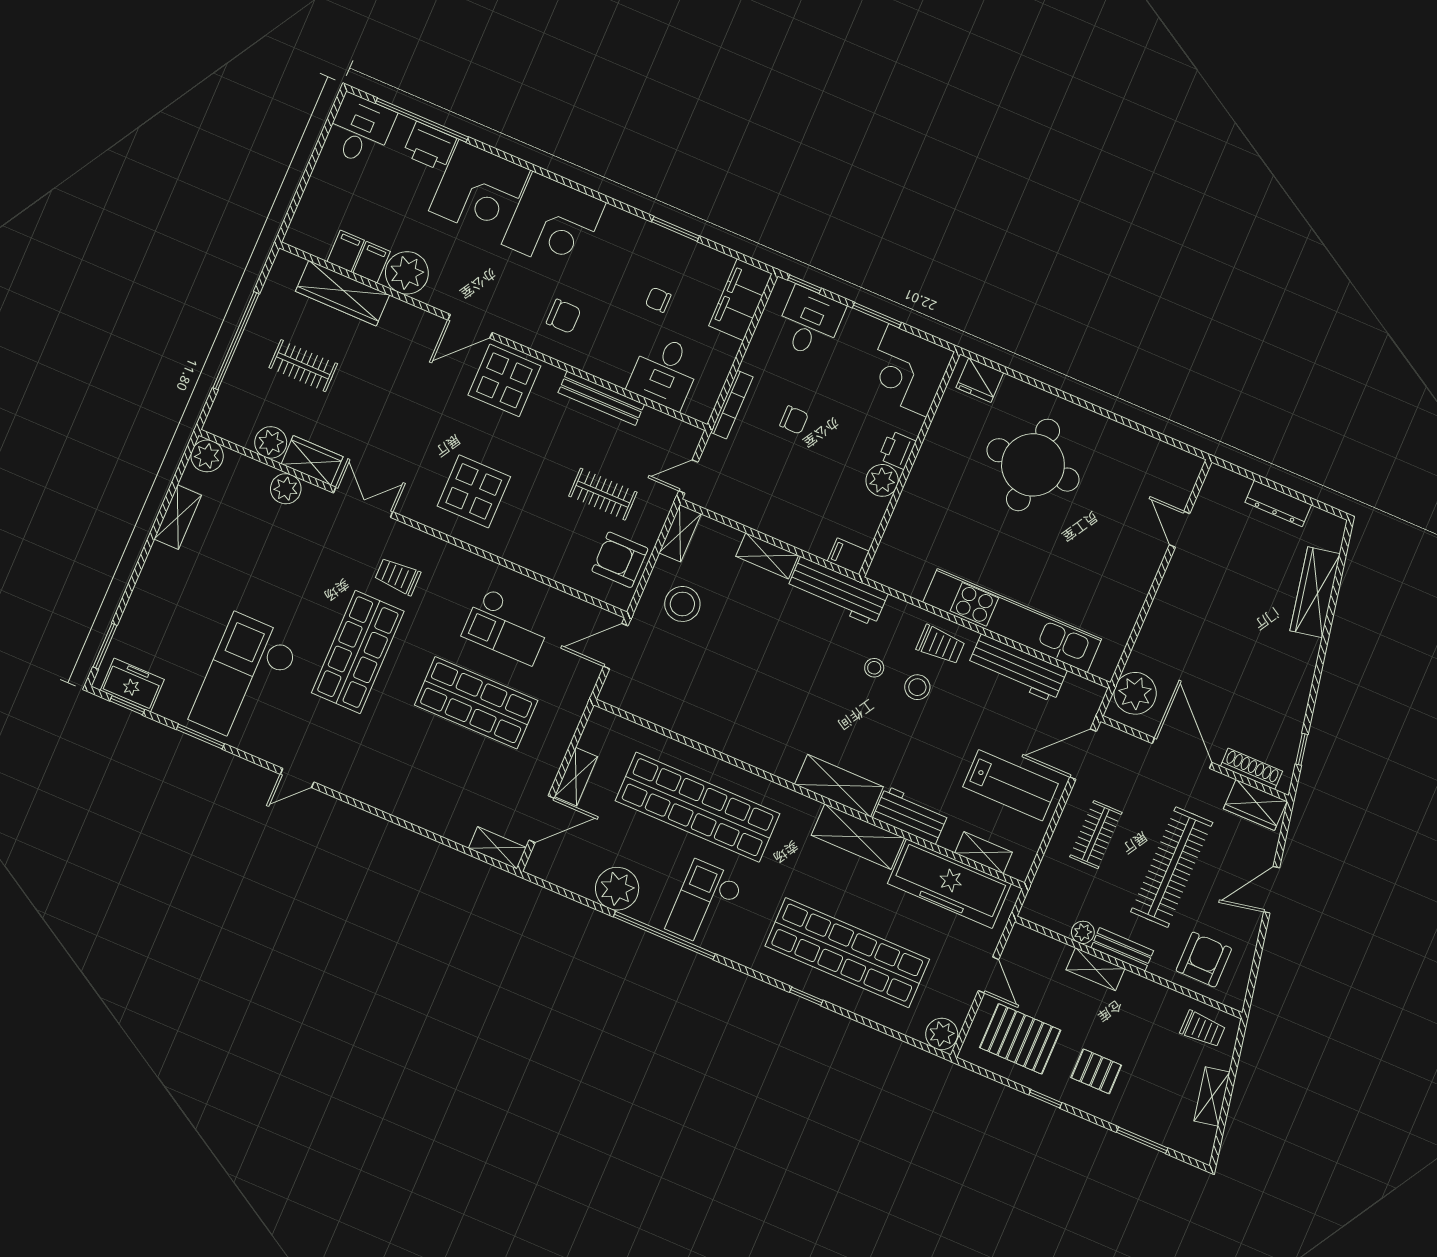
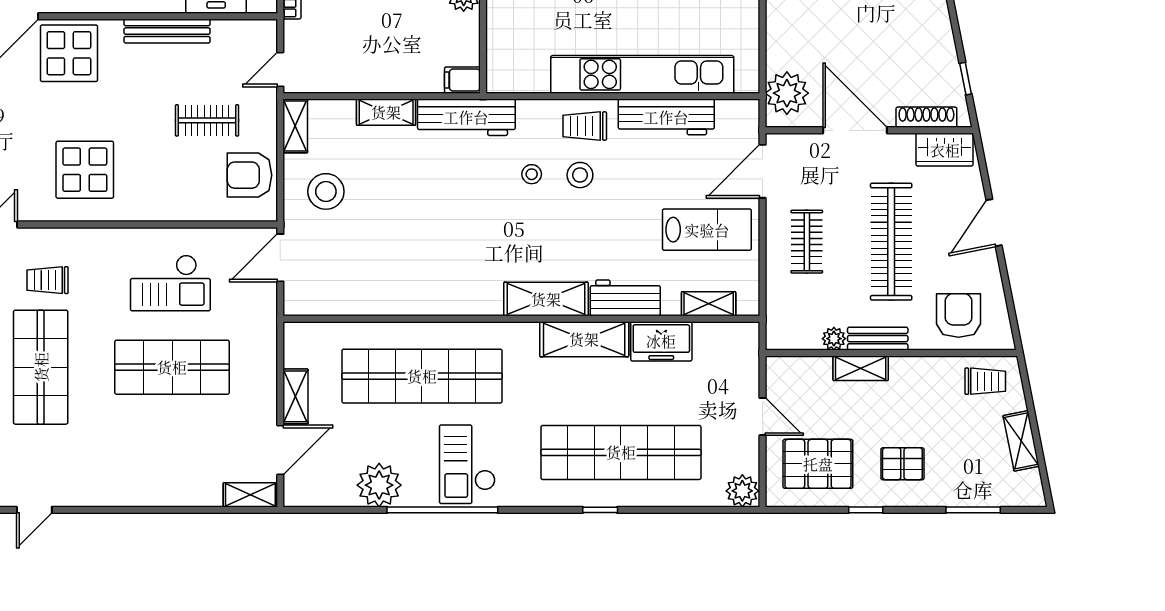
trolley: (941, 645) -> (585, 126), turned 180
freezer: (949, 884) -> (661, 341), width x0.52, depth x0.79

